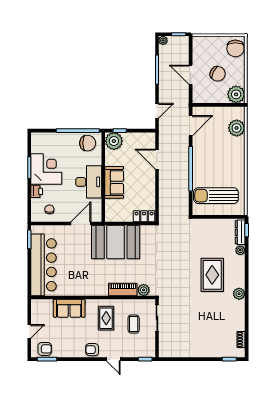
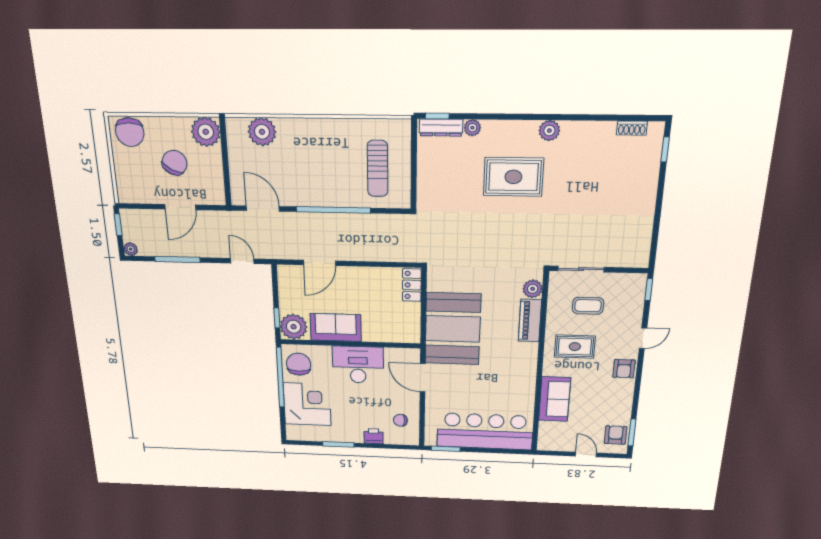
chair: (235, 48) -> (130, 132), turned 90
corner desk: (46, 169) -> (307, 404), moved, turned 90
sofa: (114, 182) -> (336, 327), moved
sun lounger: (216, 196) -> (378, 169), width x0.73, depth x0.75

